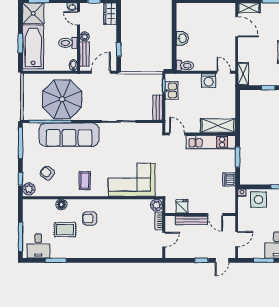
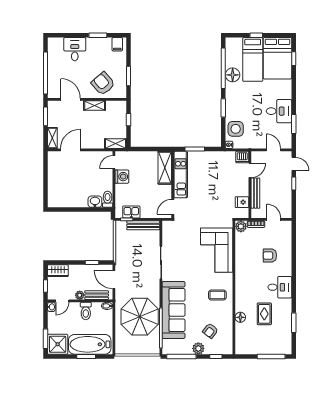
washbasin: (182, 38) -> (95, 202), moved
bench: (158, 108) -> (143, 225), width x1.36
dishwasher: (229, 179) -> (242, 157), moved
plant: (29, 189) -> (198, 348), moved
armchair: (90, 219) -> (270, 256), moved, turned 90
desk: (38, 246) -> (280, 287), moved

